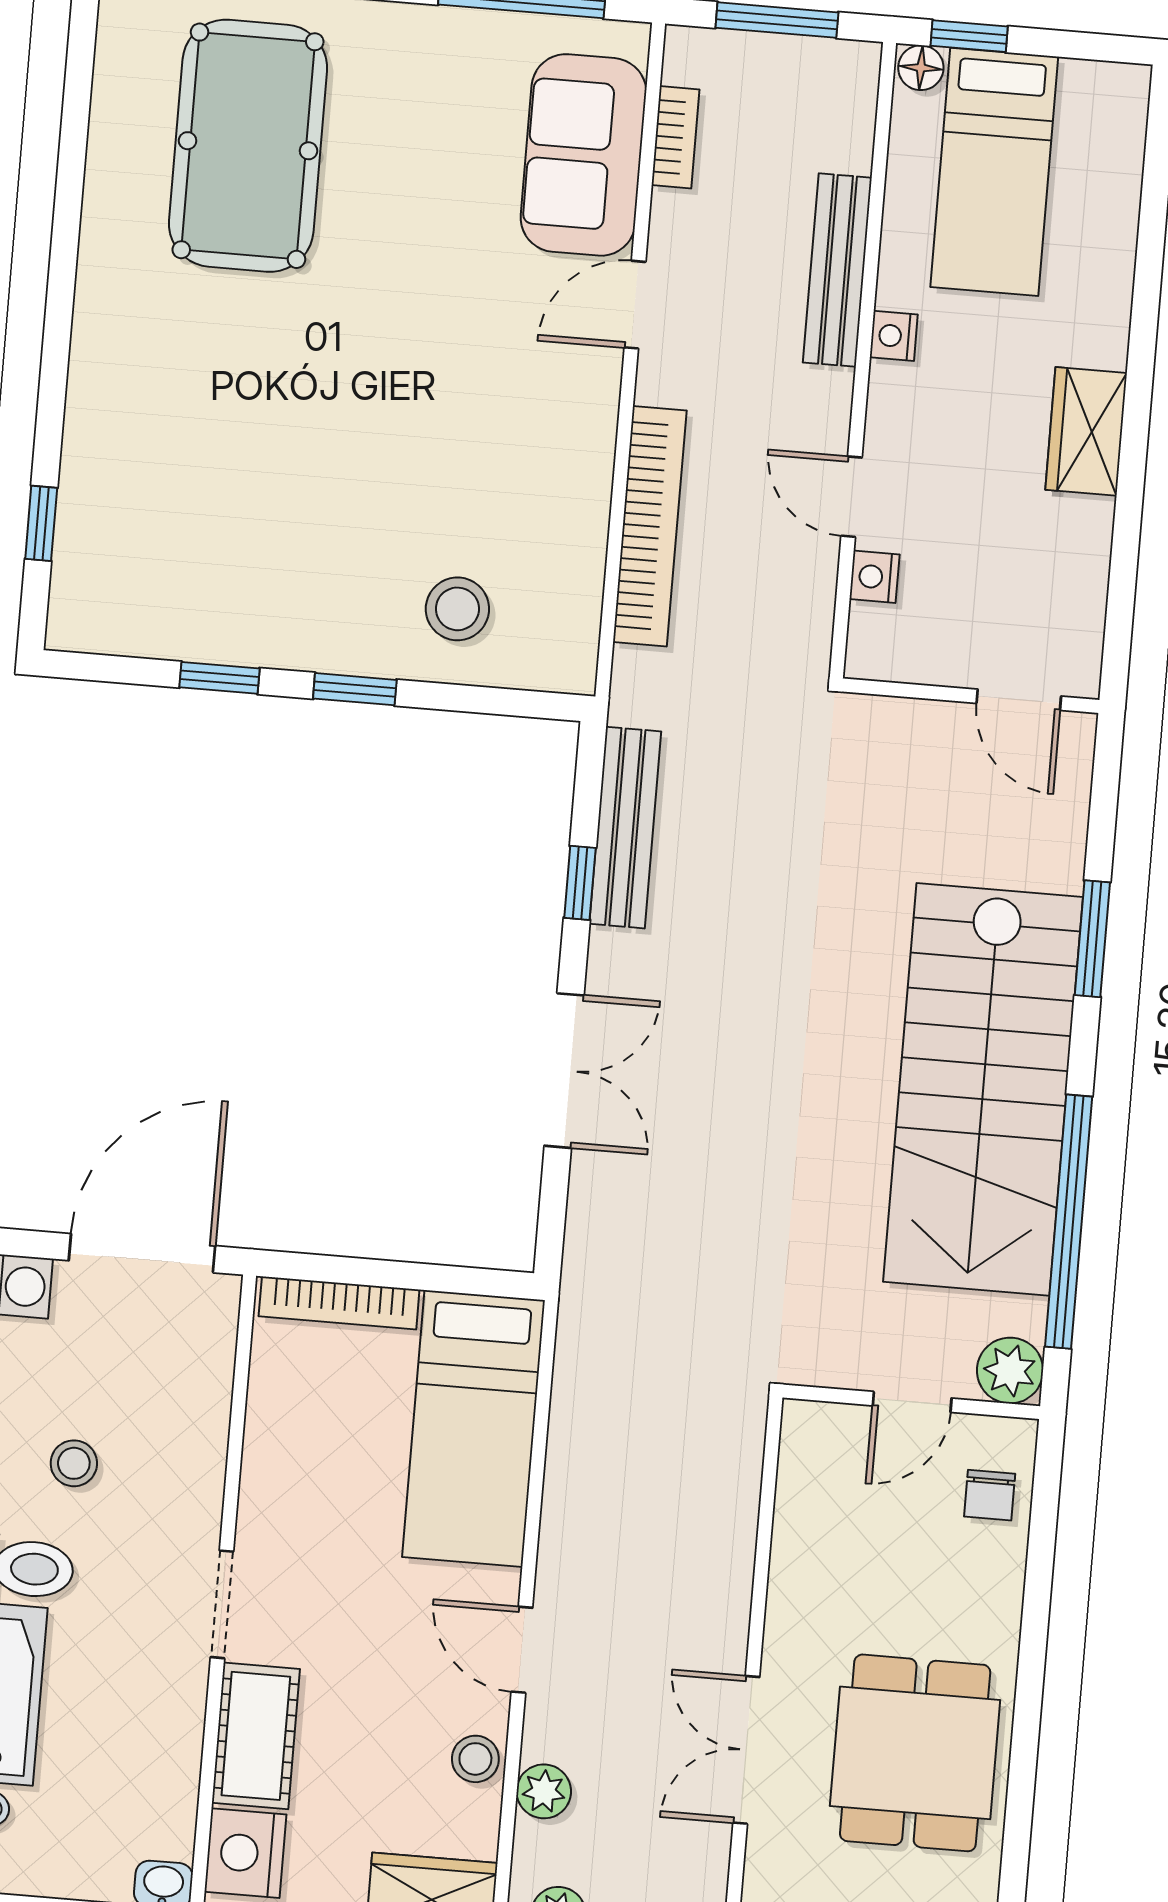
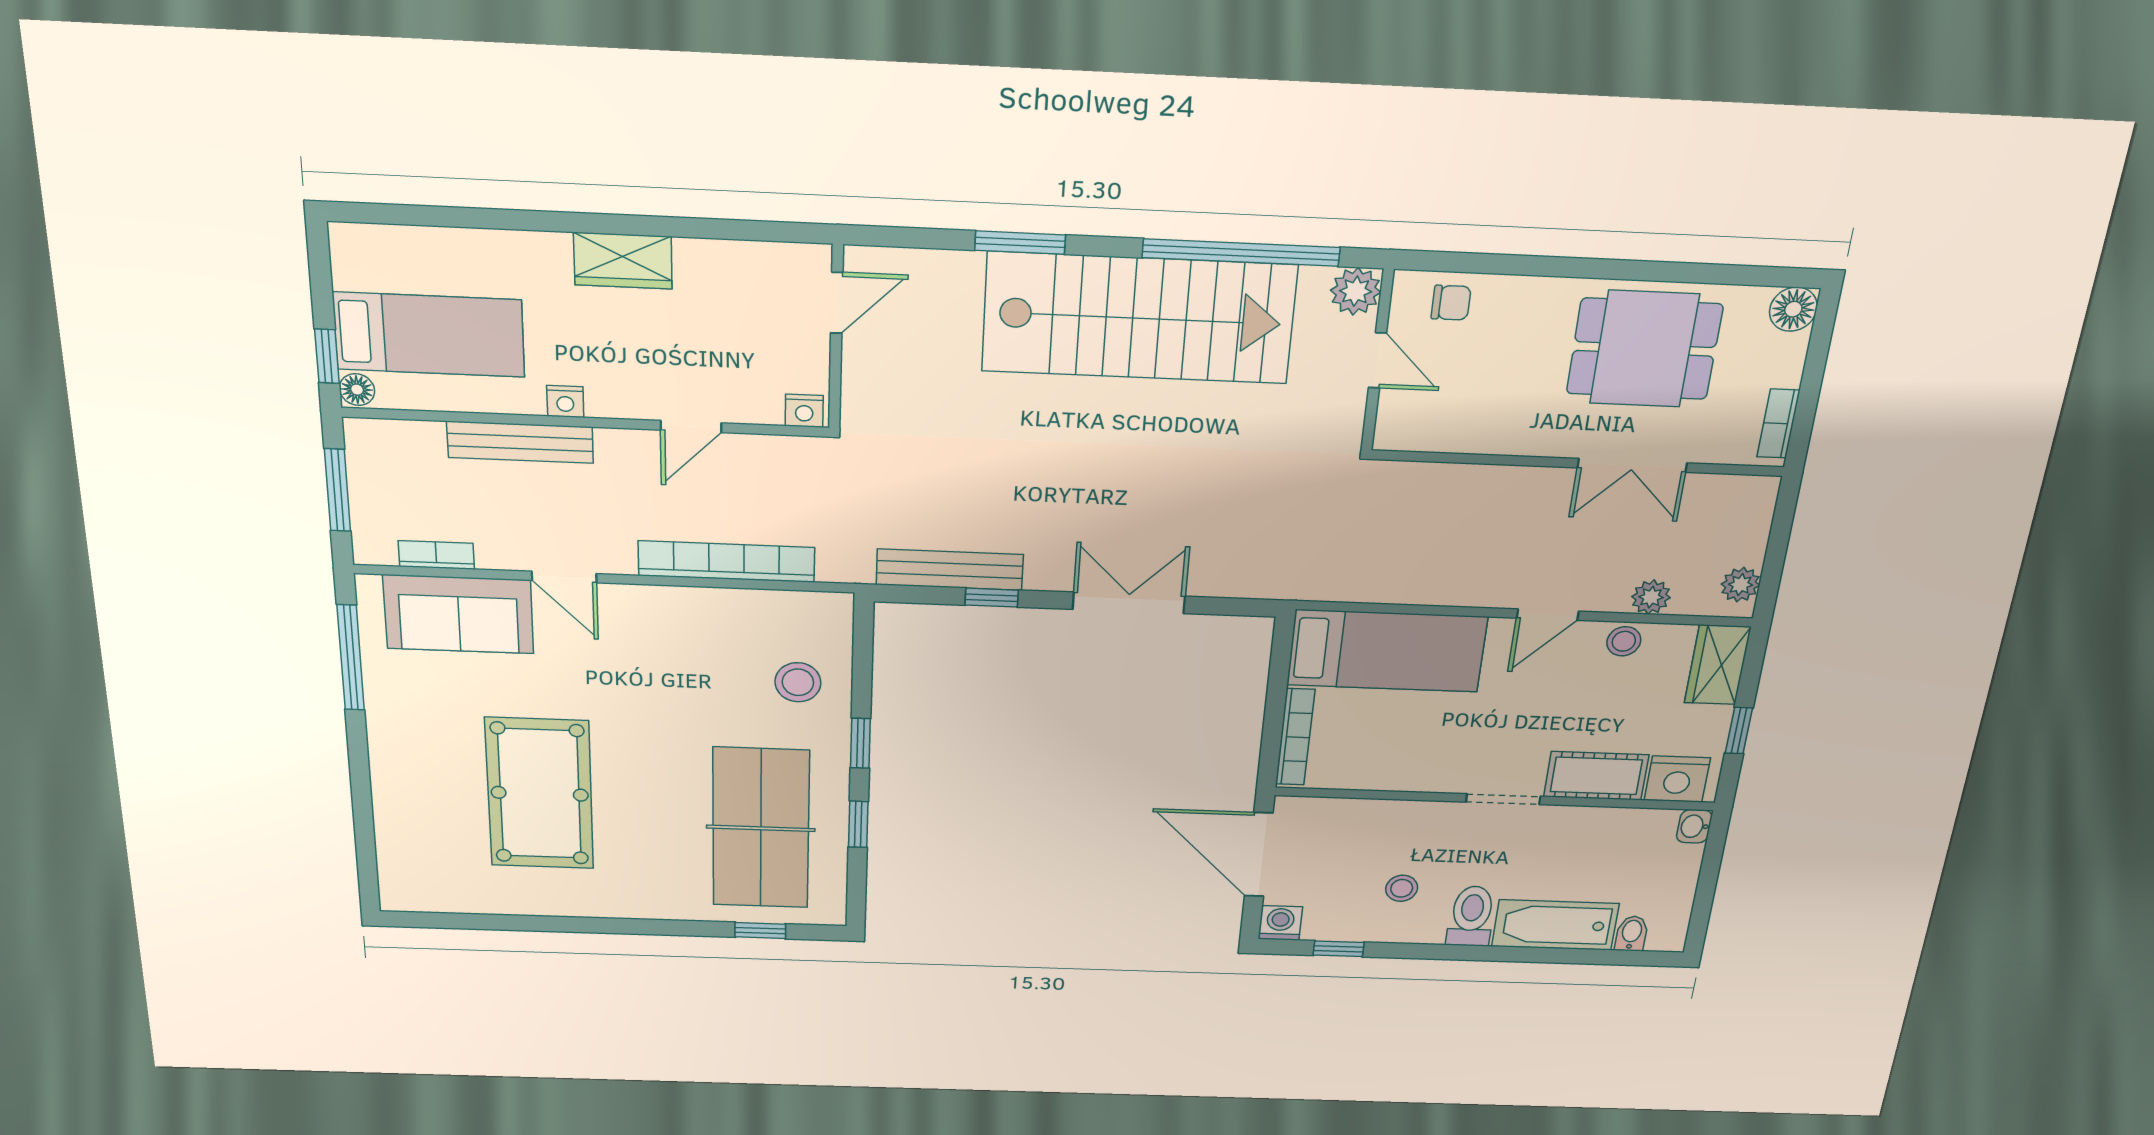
pool table: (248, 146) -> (540, 794), moved, turned 90
table tennis table: (219, 538) -> (761, 828), added
nightstand: (874, 577) -> (804, 411), moved

